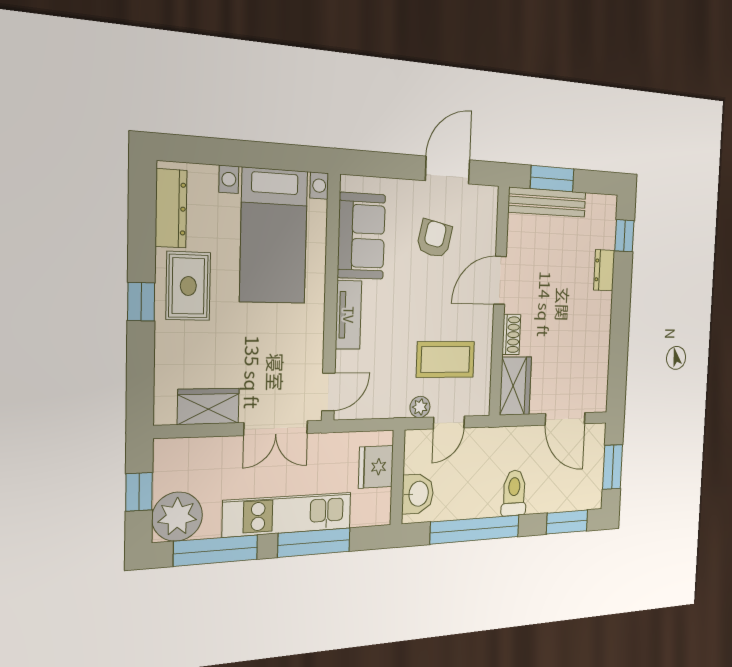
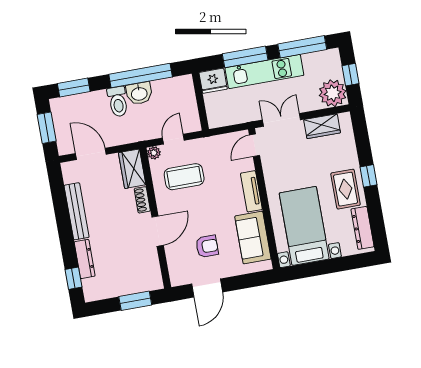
bench: (547, 202) -> (77, 211), moved, turned 90
armchair: (434, 239) -> (207, 246), turned -102
dresser: (604, 270) -> (85, 259), width x1.44
plant: (420, 407) -> (154, 153), moved
fridge: (376, 467) -> (213, 81), moved, turned 90
washbasin: (418, 494) -> (139, 93), moved, turned -90
plant: (177, 517) -> (333, 93), moved

